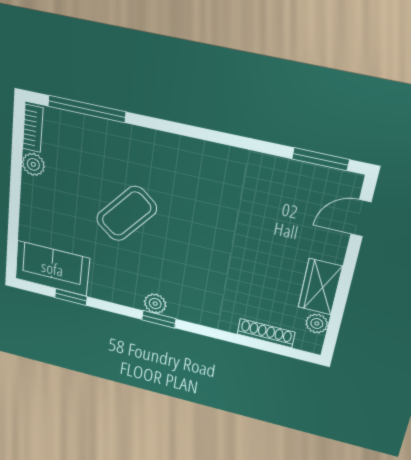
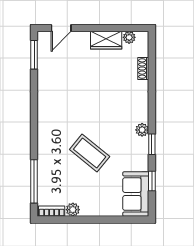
door: (361, 218) -> (61, 28), hinge flipped
window: (159, 319) -> (152, 144), moved
shoe rack: (266, 333) -> (143, 69), width x0.70

